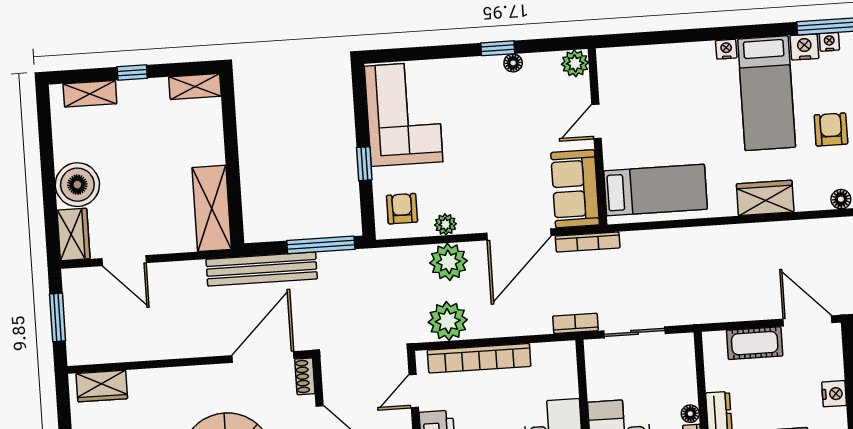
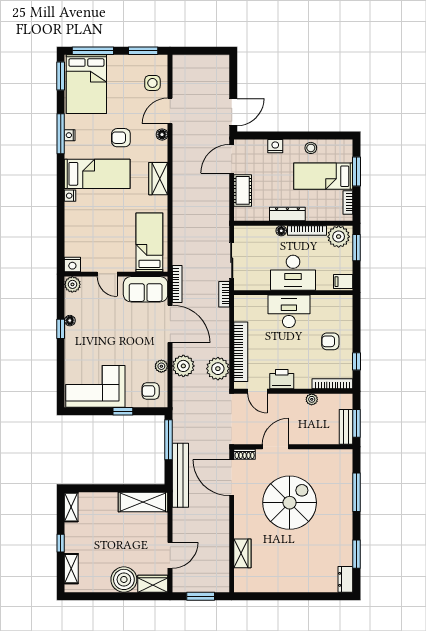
nightstand: (804, 47) -> (72, 265), moved, turned -90
wardrobe: (102, 386) -> (242, 553), moved

